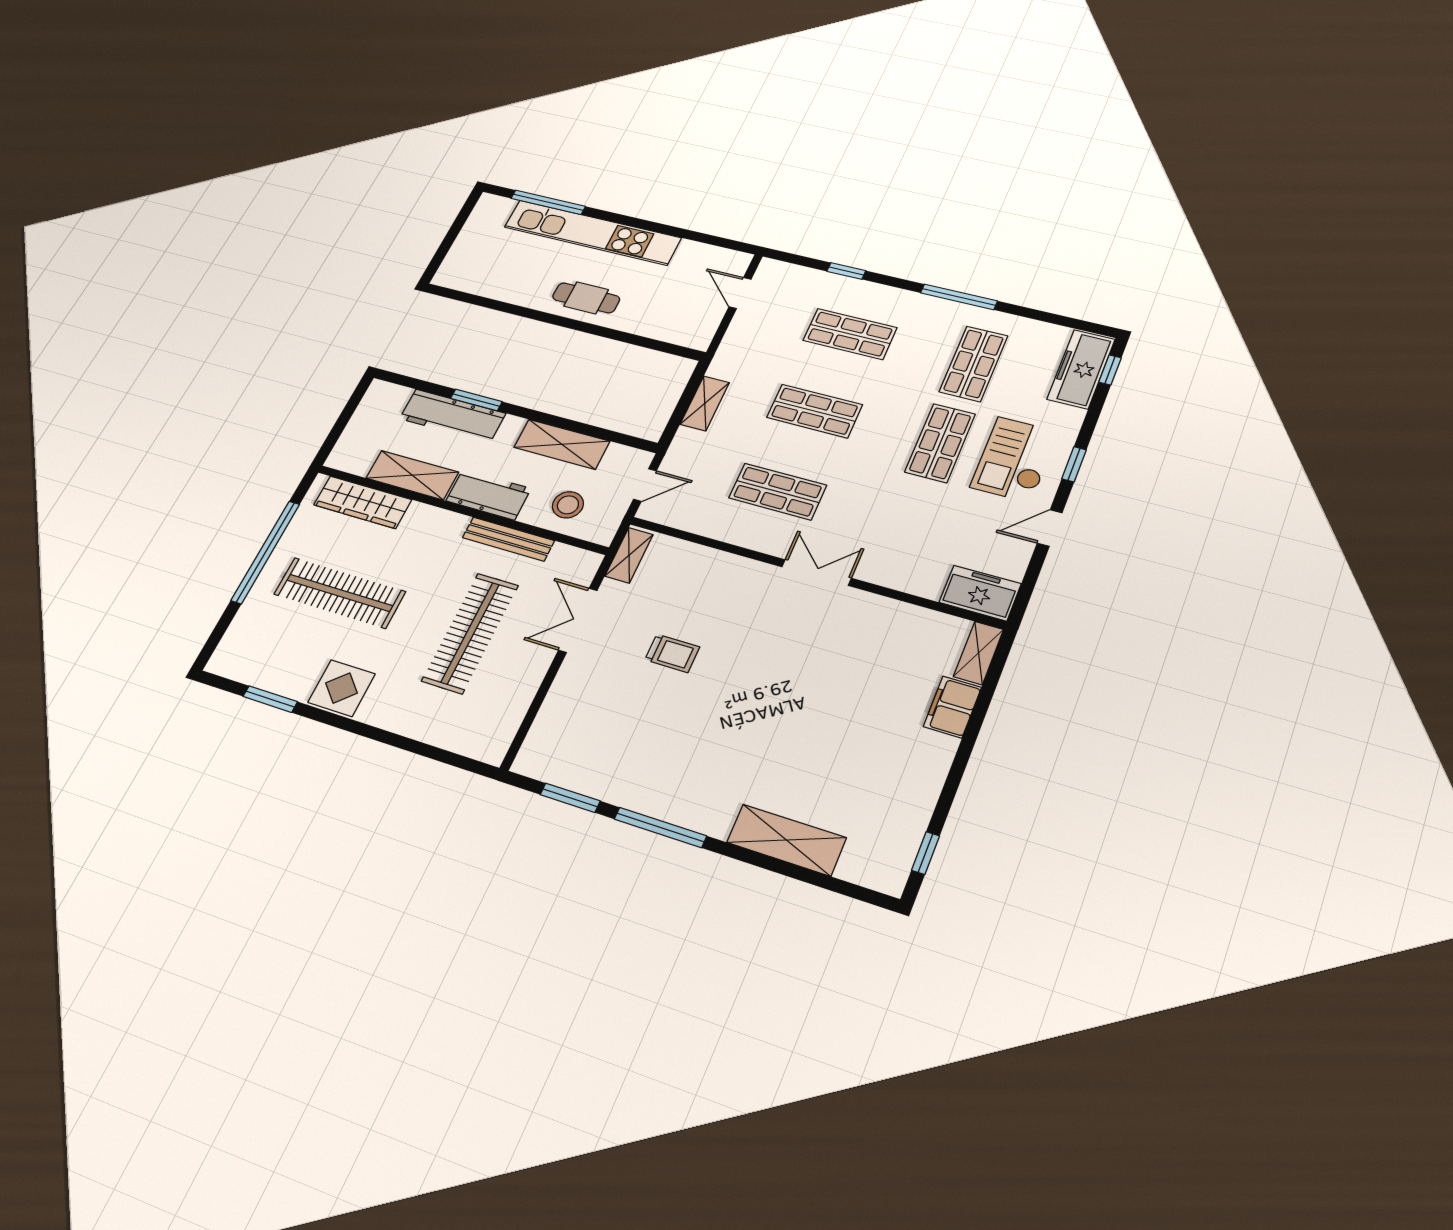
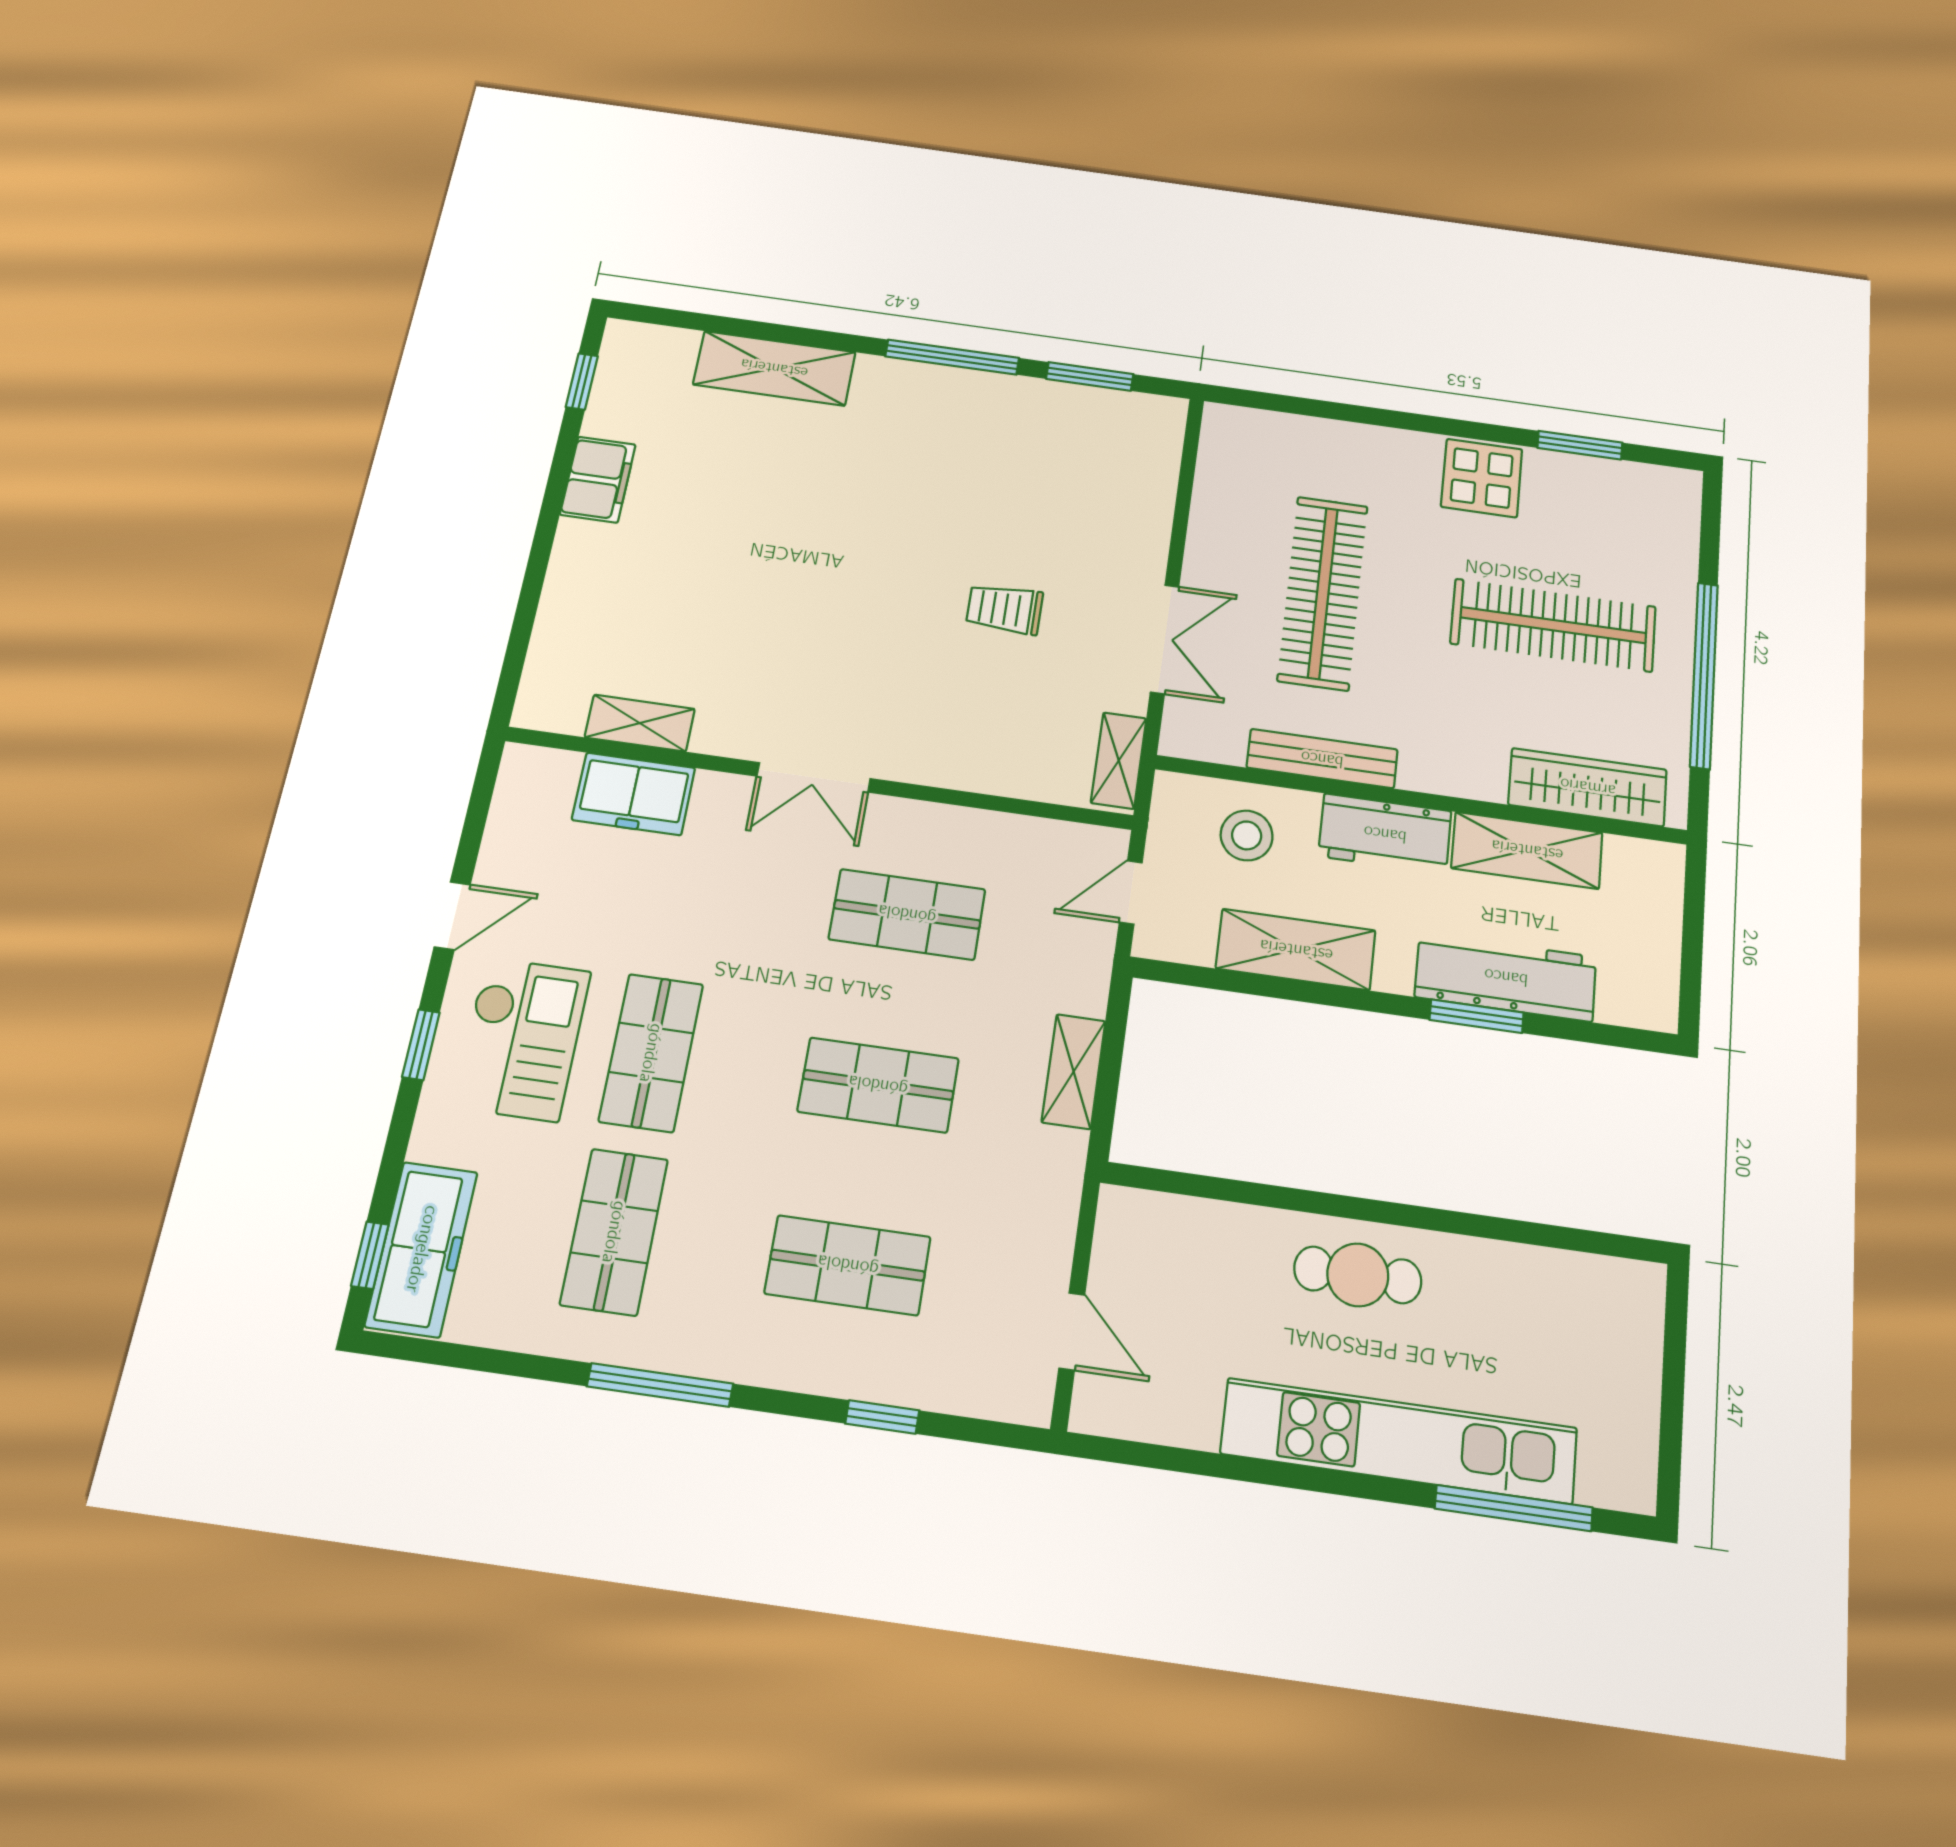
freezer: (980, 593) -> (634, 794), moved
shelving: (979, 653) -> (640, 723), moved, turned 90
filing cabinet: (952, 707) -> (598, 480), moved

